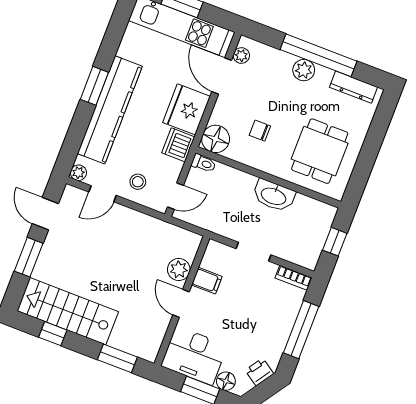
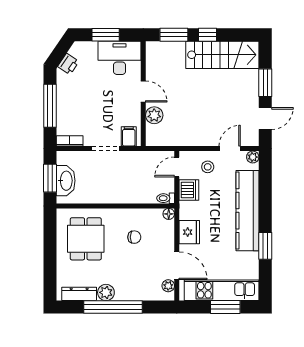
plant: (304, 70) -> (106, 292), moved
window: (94, 86) -> (265, 246), moved
fridge: (187, 109) -> (189, 232), width x0.73, depth x0.75
floor lamp: (216, 139) -> (169, 214), width x0.53, depth x0.53
dishwasher: (178, 145) -> (189, 190), moved
washbasin: (274, 196) -> (66, 181), moved, turned 90
door: (45, 214) -> (265, 119), hinge flipped
window: (335, 242) -> (50, 178), width x1.50
filing cabinet: (207, 281) -> (129, 136), moved, turned 90
window: (53, 334) -> (208, 35), moved
floor lamp: (226, 381) -> (90, 48), removed

